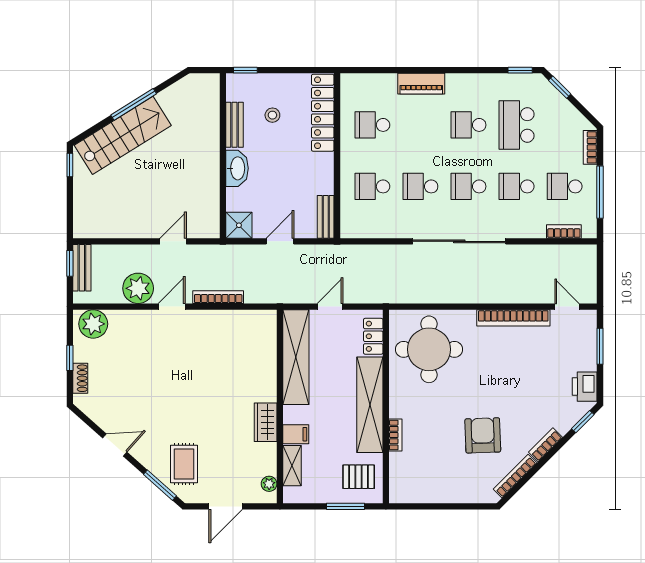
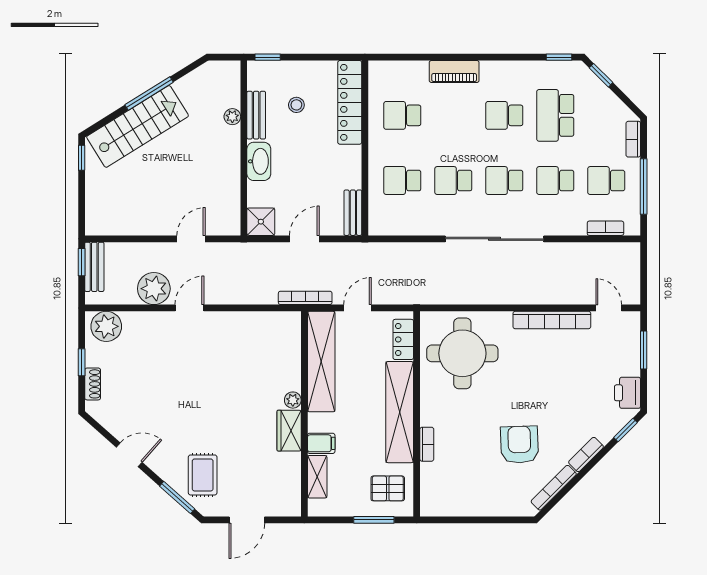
plant: (212, 126) -> (232, 117), added
bookcase: (218, 297) -> (305, 298), moved
plant: (269, 484) -> (293, 400), moved

